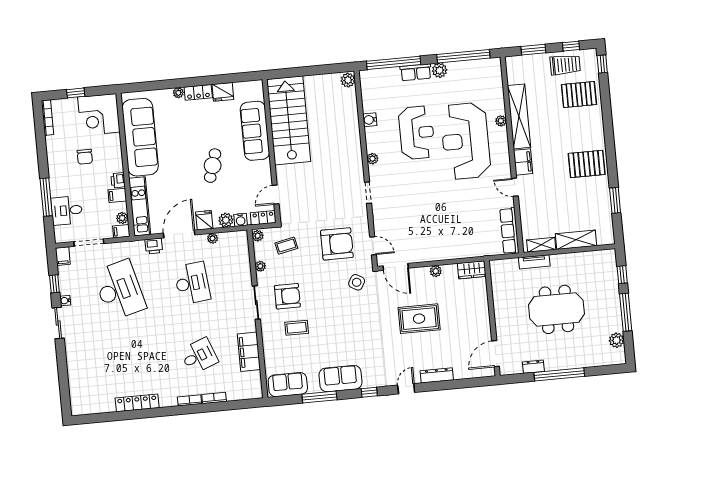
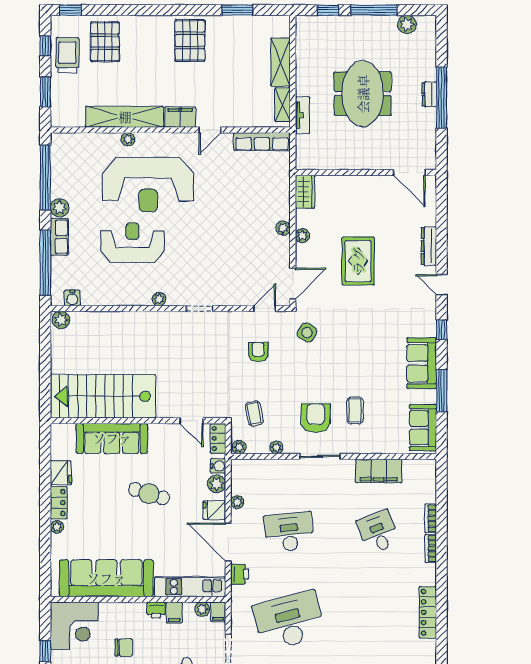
water cooler: (370, 120) -> (72, 298), moved
armchair: (337, 244) -> (258, 352), width x0.53, depth x0.53
plant: (440, 255) -> (283, 228), added
dresser: (533, 367) -> (429, 94), moved

